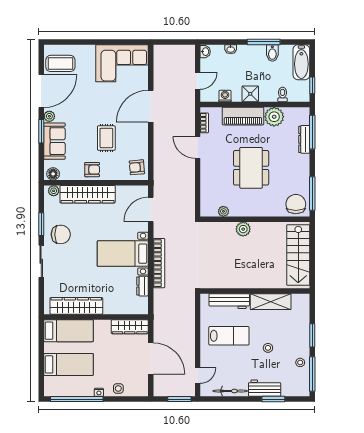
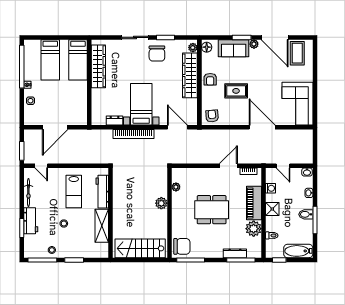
bidet: (272, 53) -> (306, 214), moved
wardrobe: (130, 327) -> (81, 110), removed

